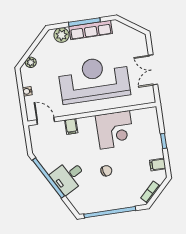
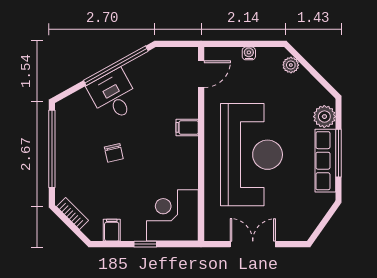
filing cabinet: (71, 126) -> (187, 127), moved
corner desk: (115, 130) -> (172, 215), moved, turned 90

